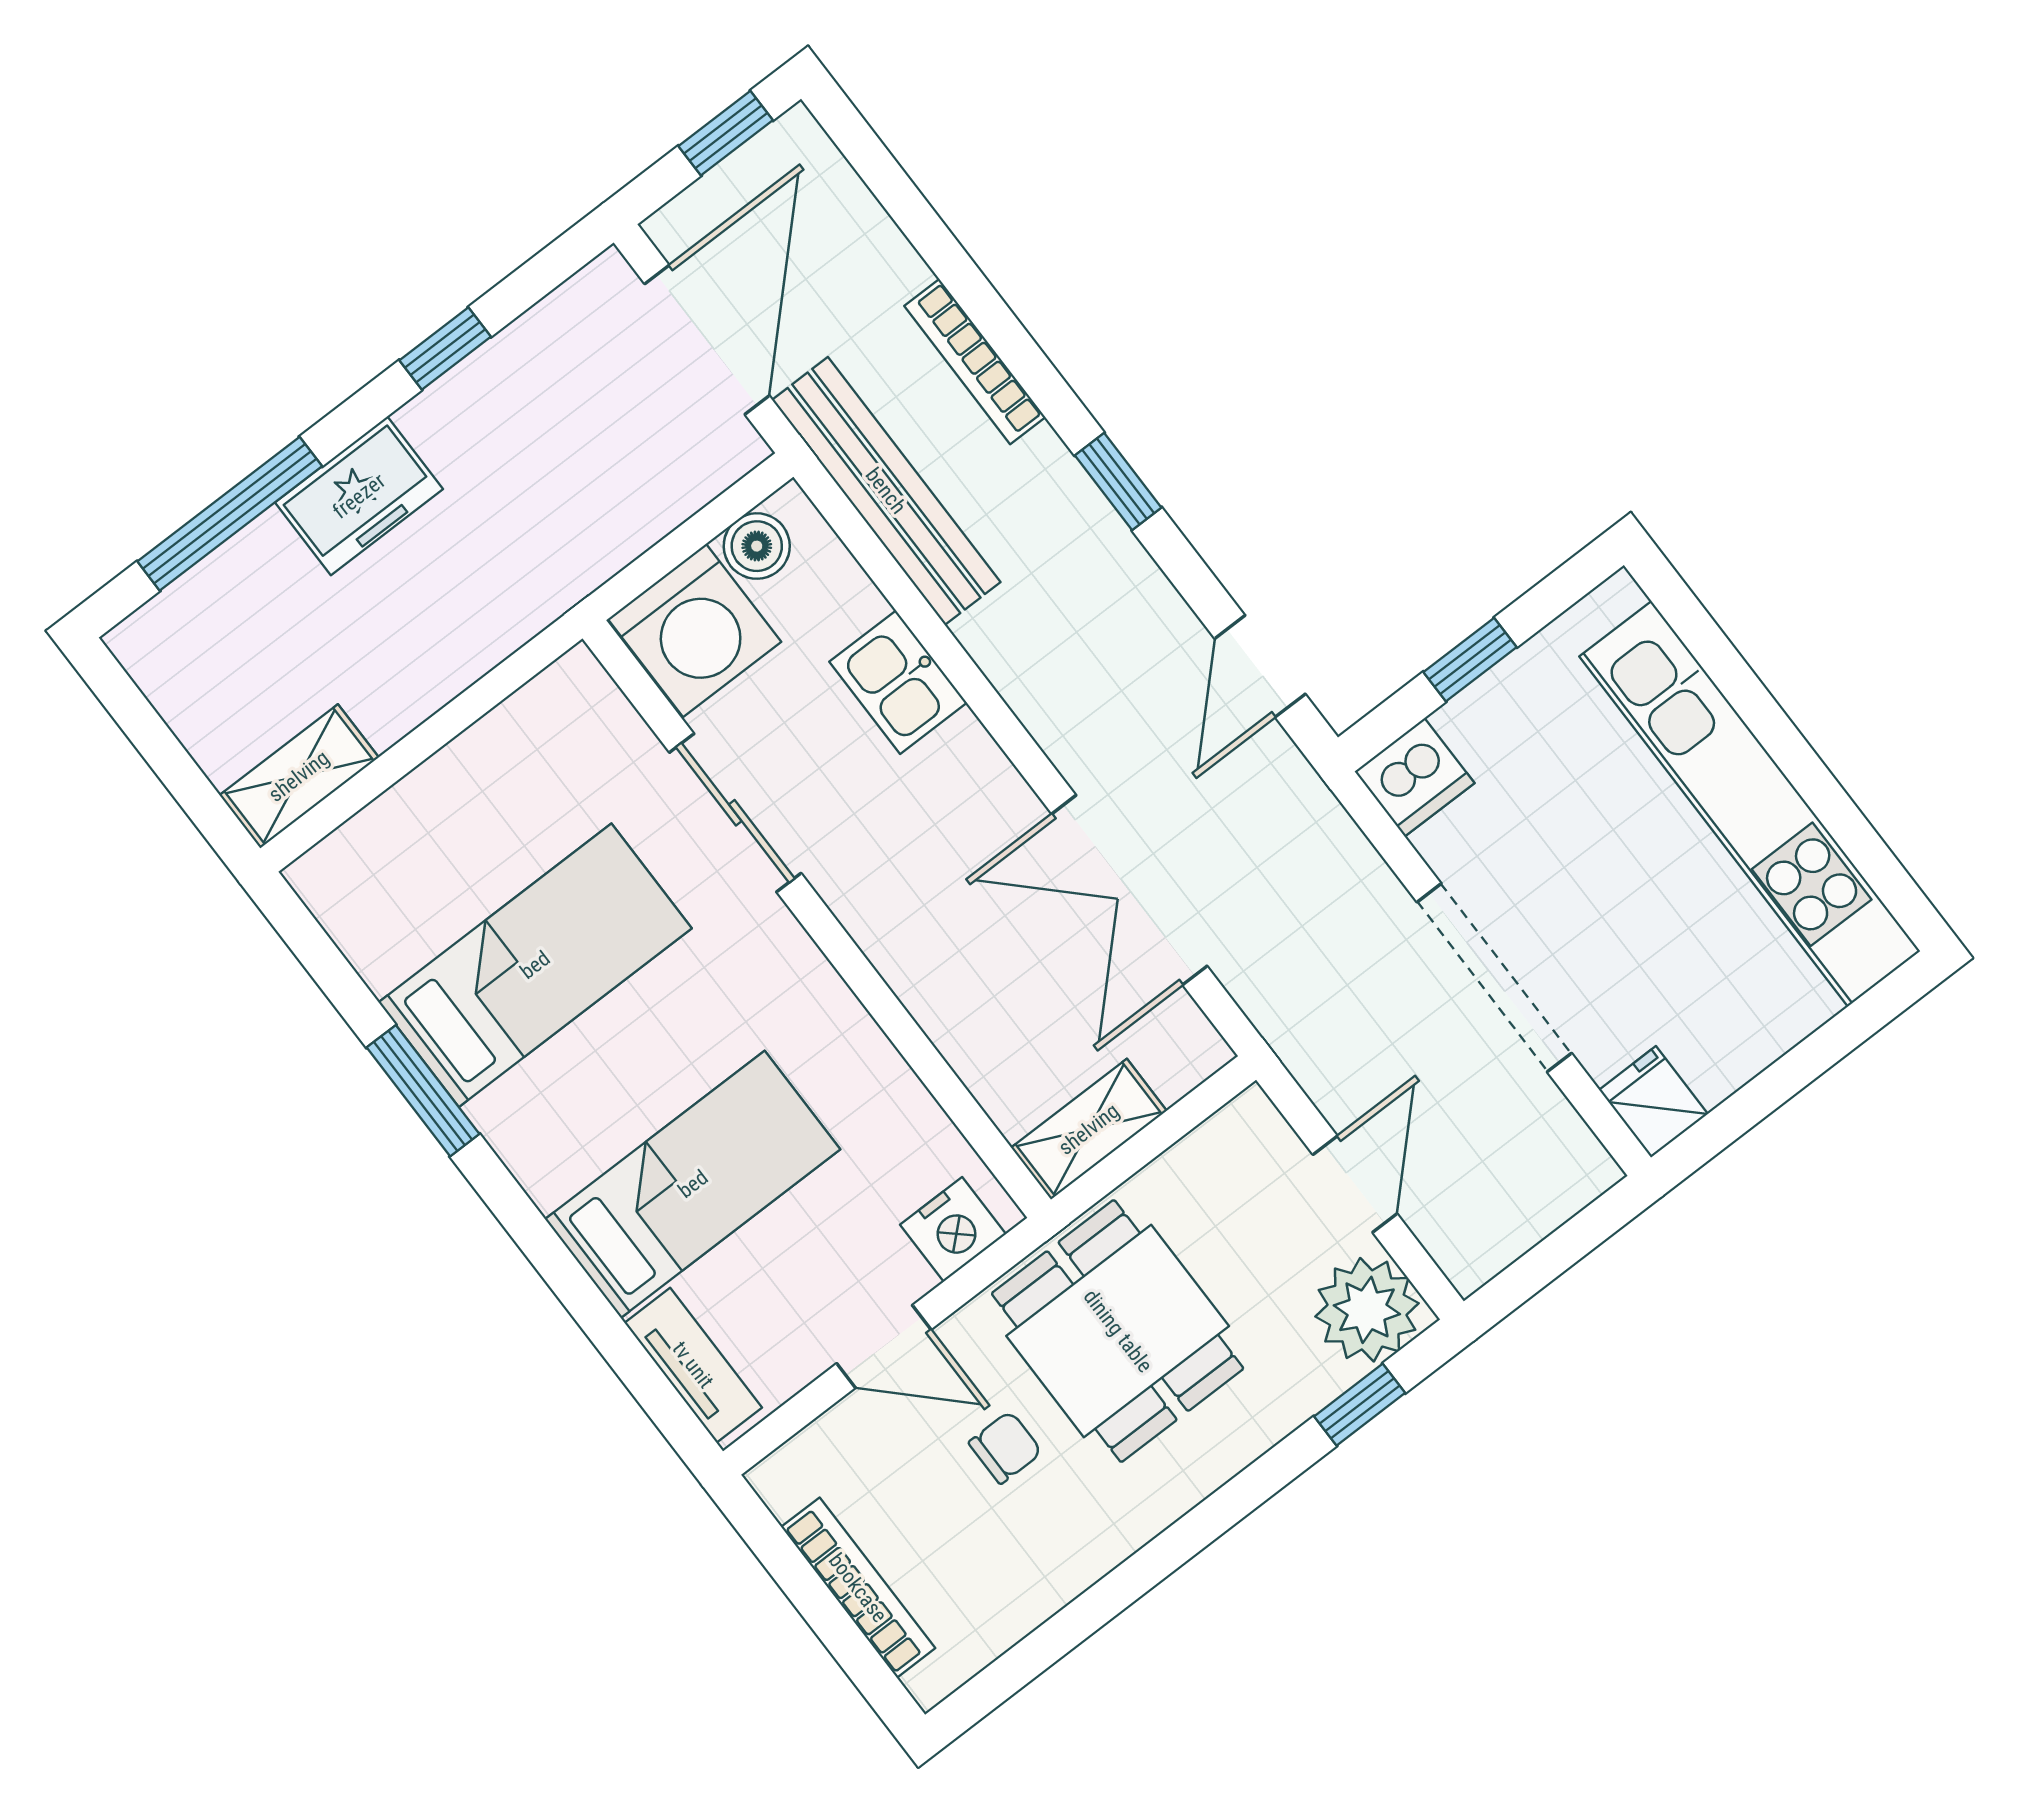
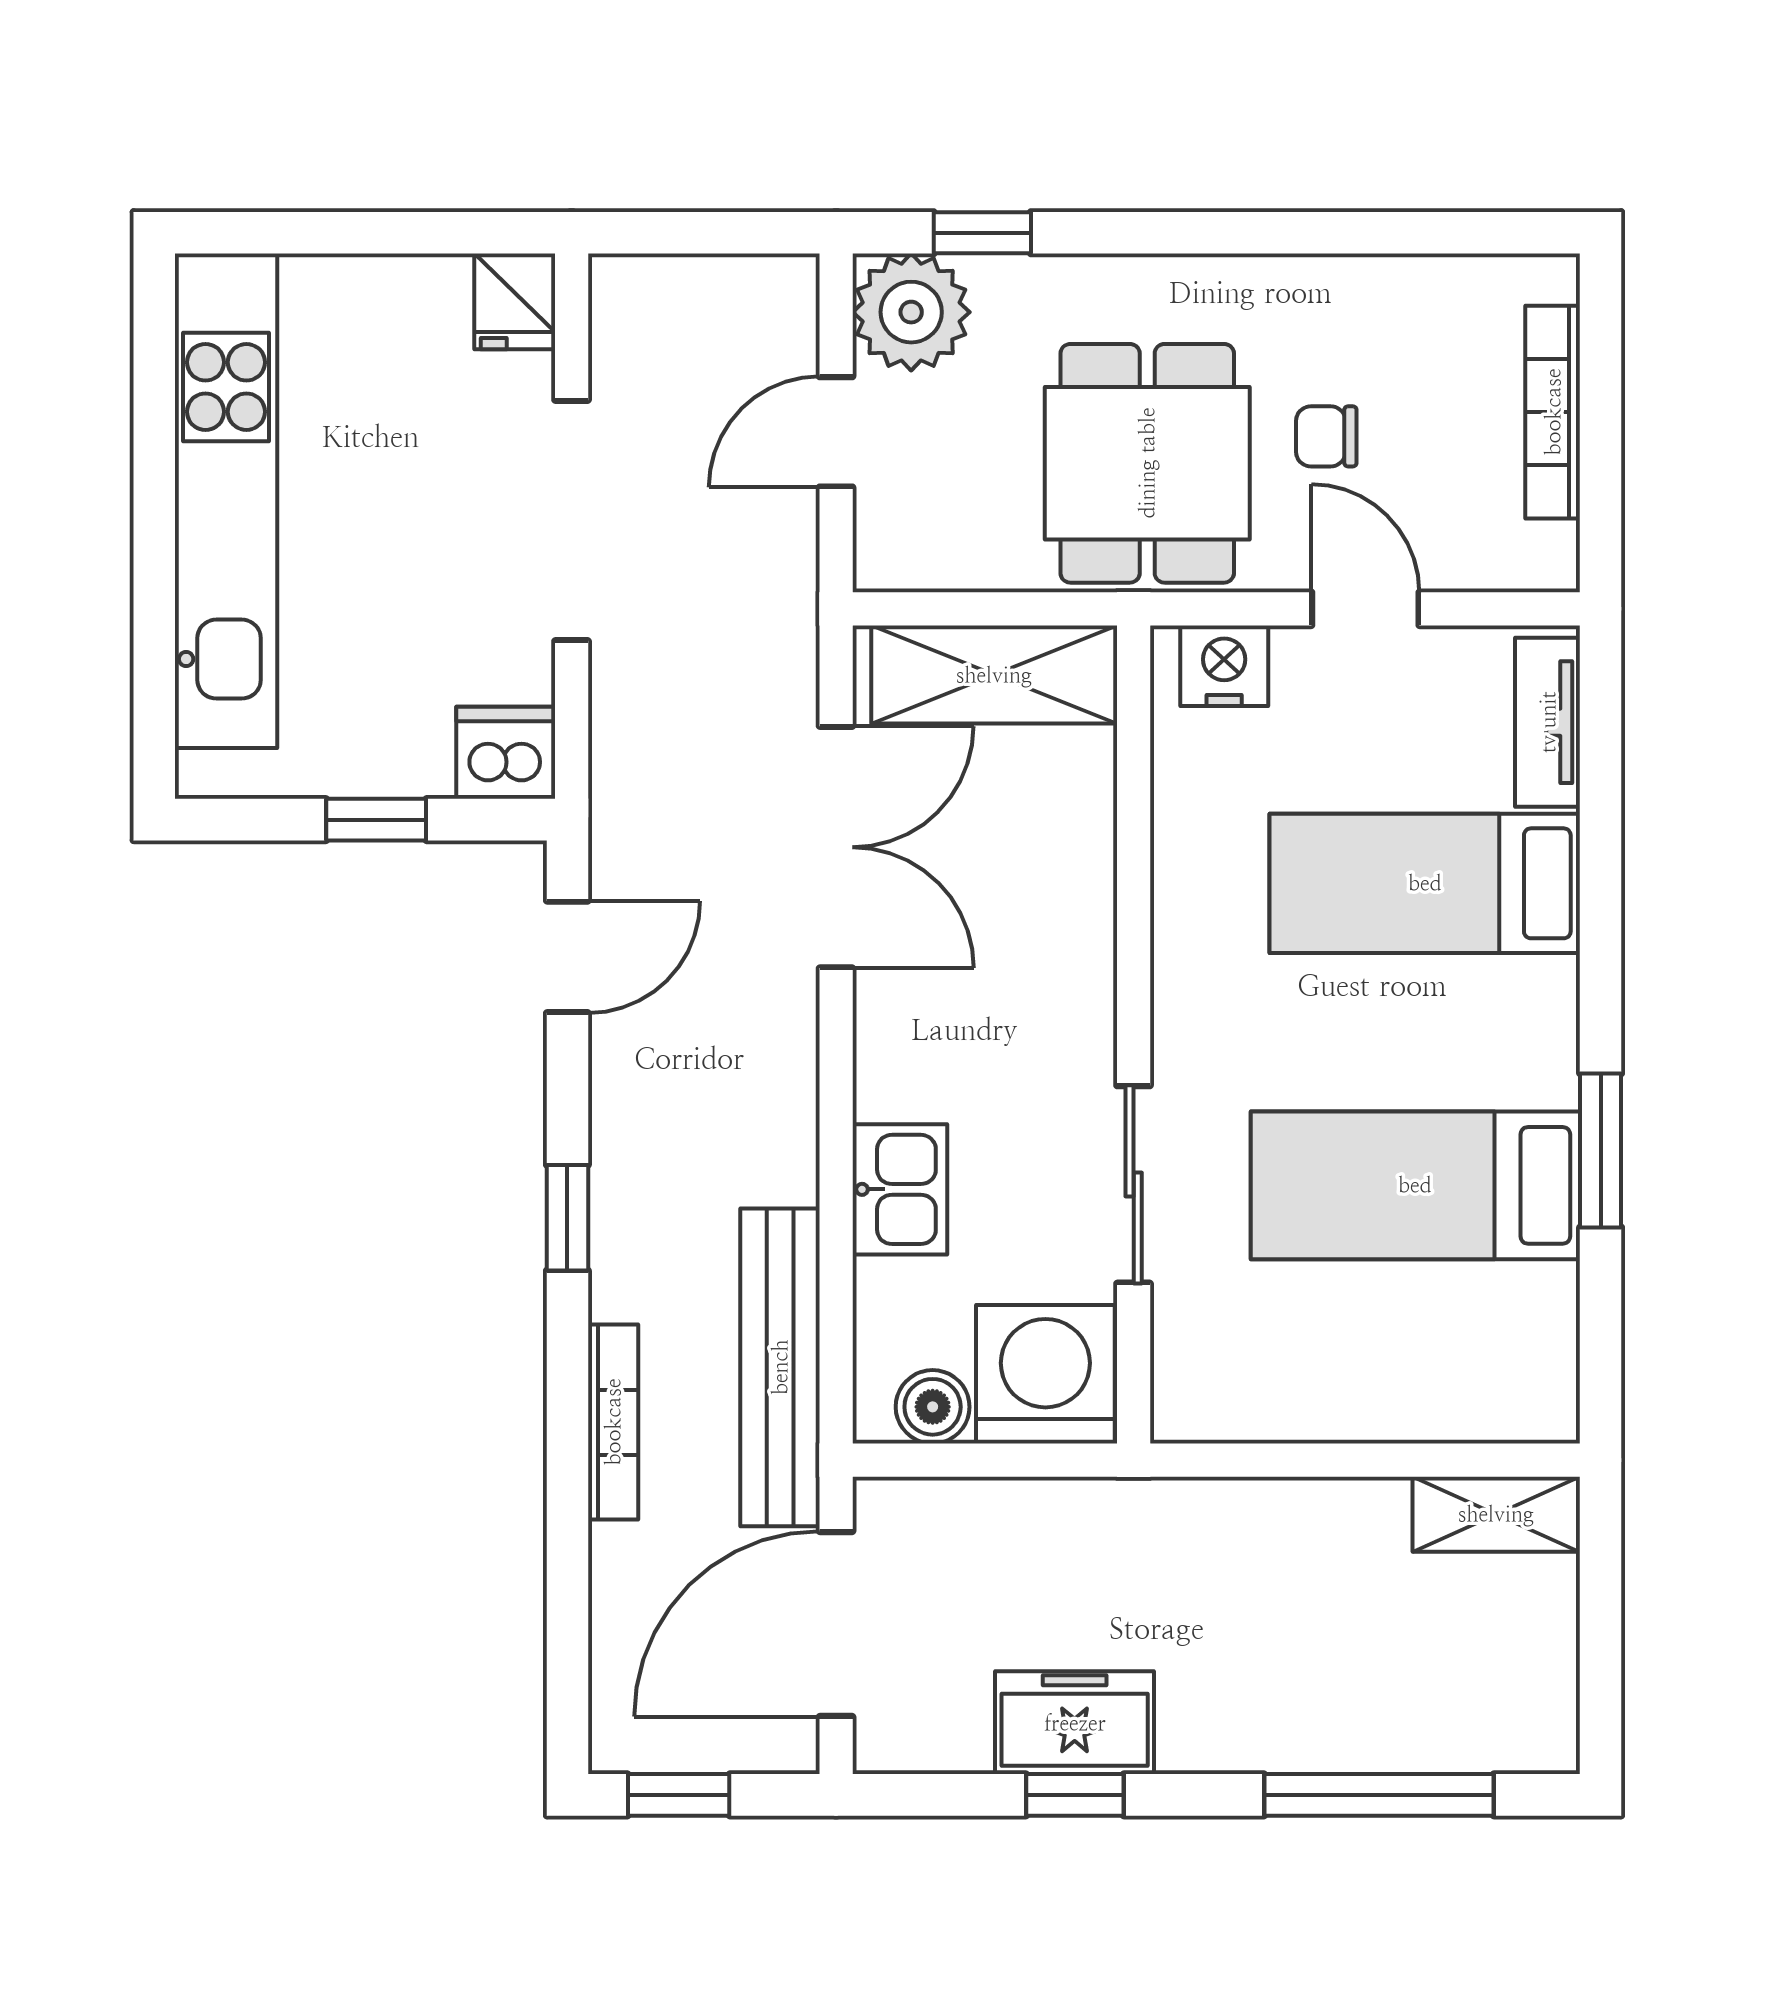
freezer: (359, 496) -> (1075, 1723), moved
shelving: (1089, 1129) -> (994, 675), width x1.50, depth x1.33

